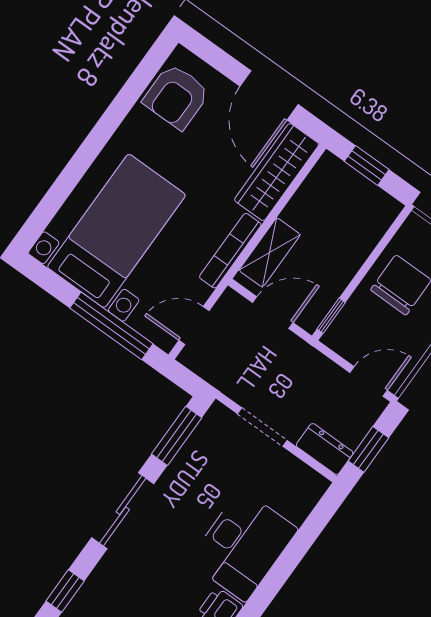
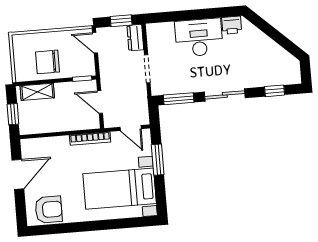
wardrobe: (277, 172) -> (45, 146), removed
shelving: (270, 252) -> (37, 92), moved
window: (111, 326) -> (158, 160), width x0.69

